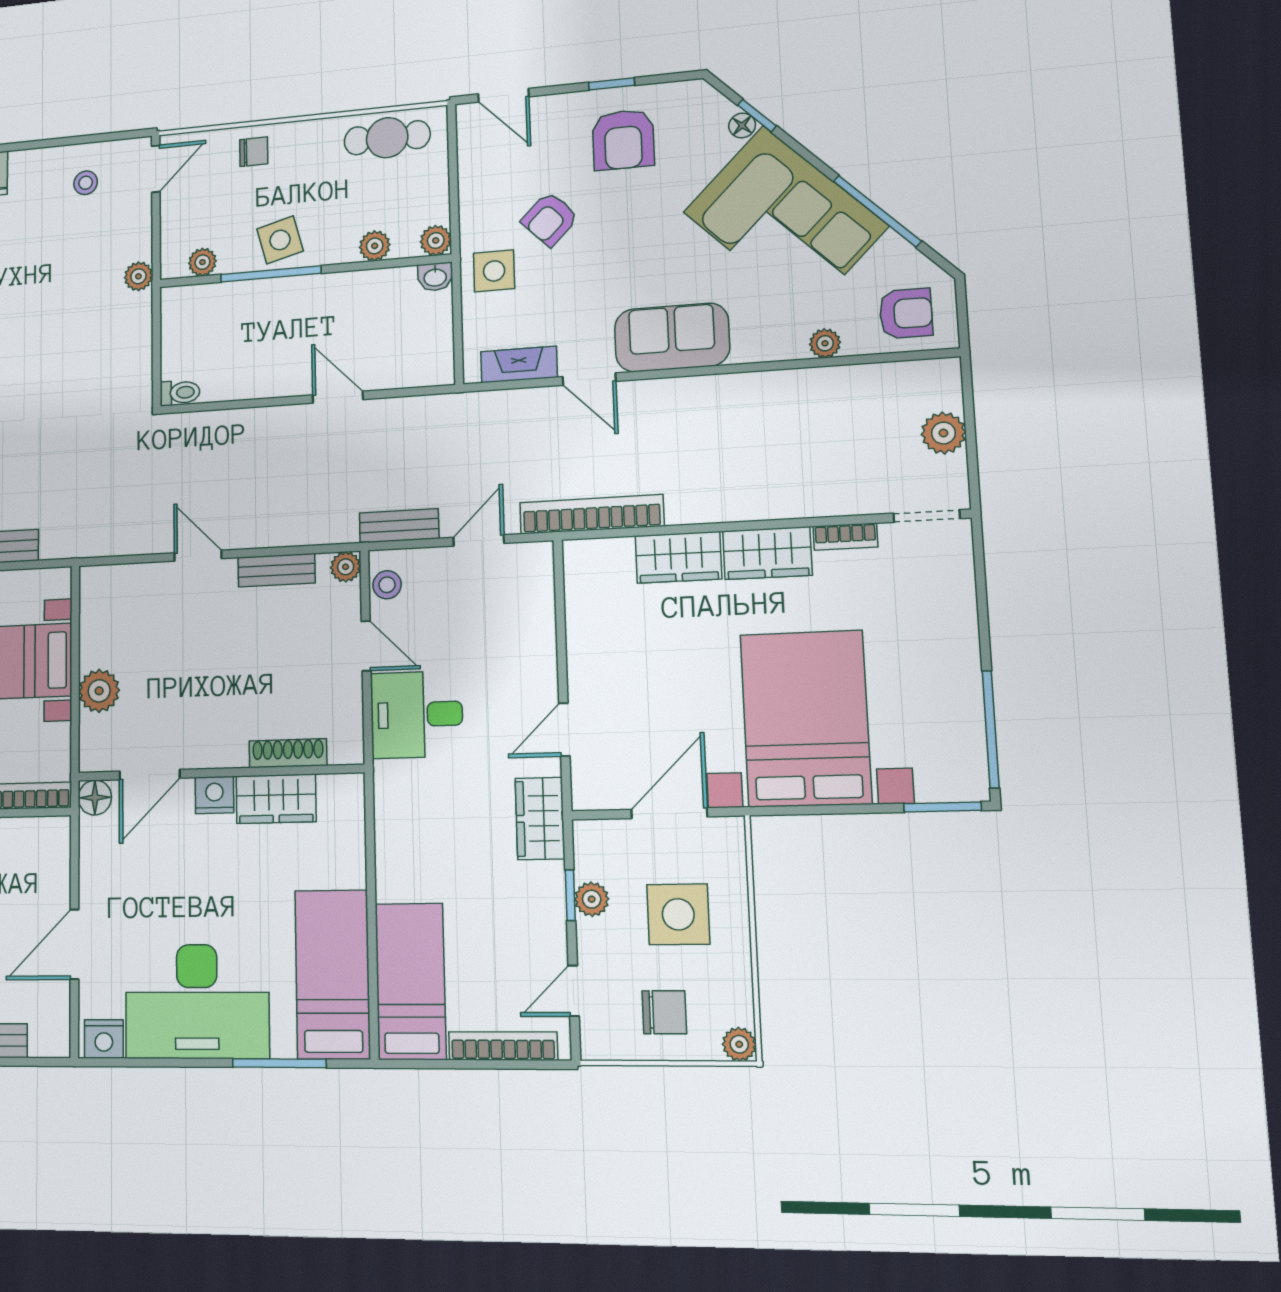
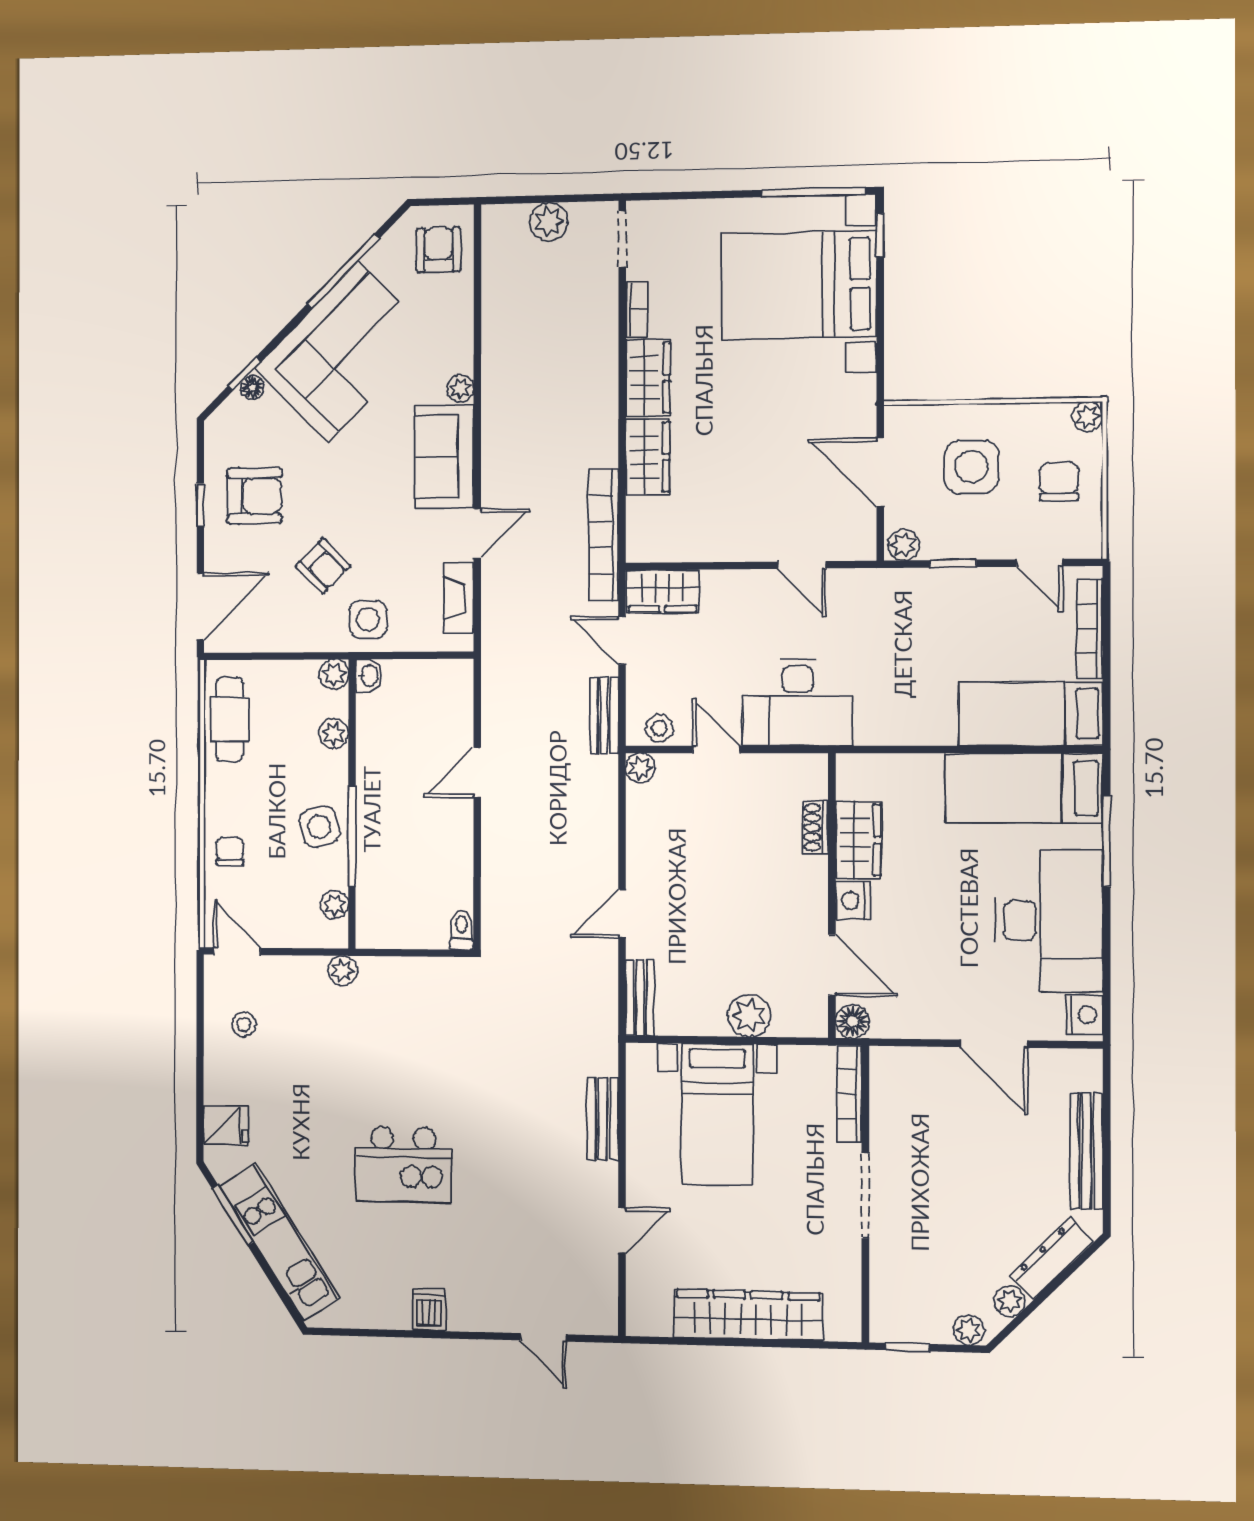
door: (503, 95) -> (200, 607), width x1.38
plant: (825, 343) -> (460, 388), moved
bench: (277, 570) -> (640, 998), moved
door: (366, 646) -> (716, 750), hinge flipped
desk: (417, 715) -> (798, 703), width x1.37
bed with nightstands: (806, 719) -> (799, 285), moved
shoe rack: (288, 753) -> (815, 827), width x0.70
window: (943, 807) -> (880, 235), width x0.67
wardrobe: (540, 818) -> (662, 591), moved
plant: (592, 899) -> (903, 545), moved

